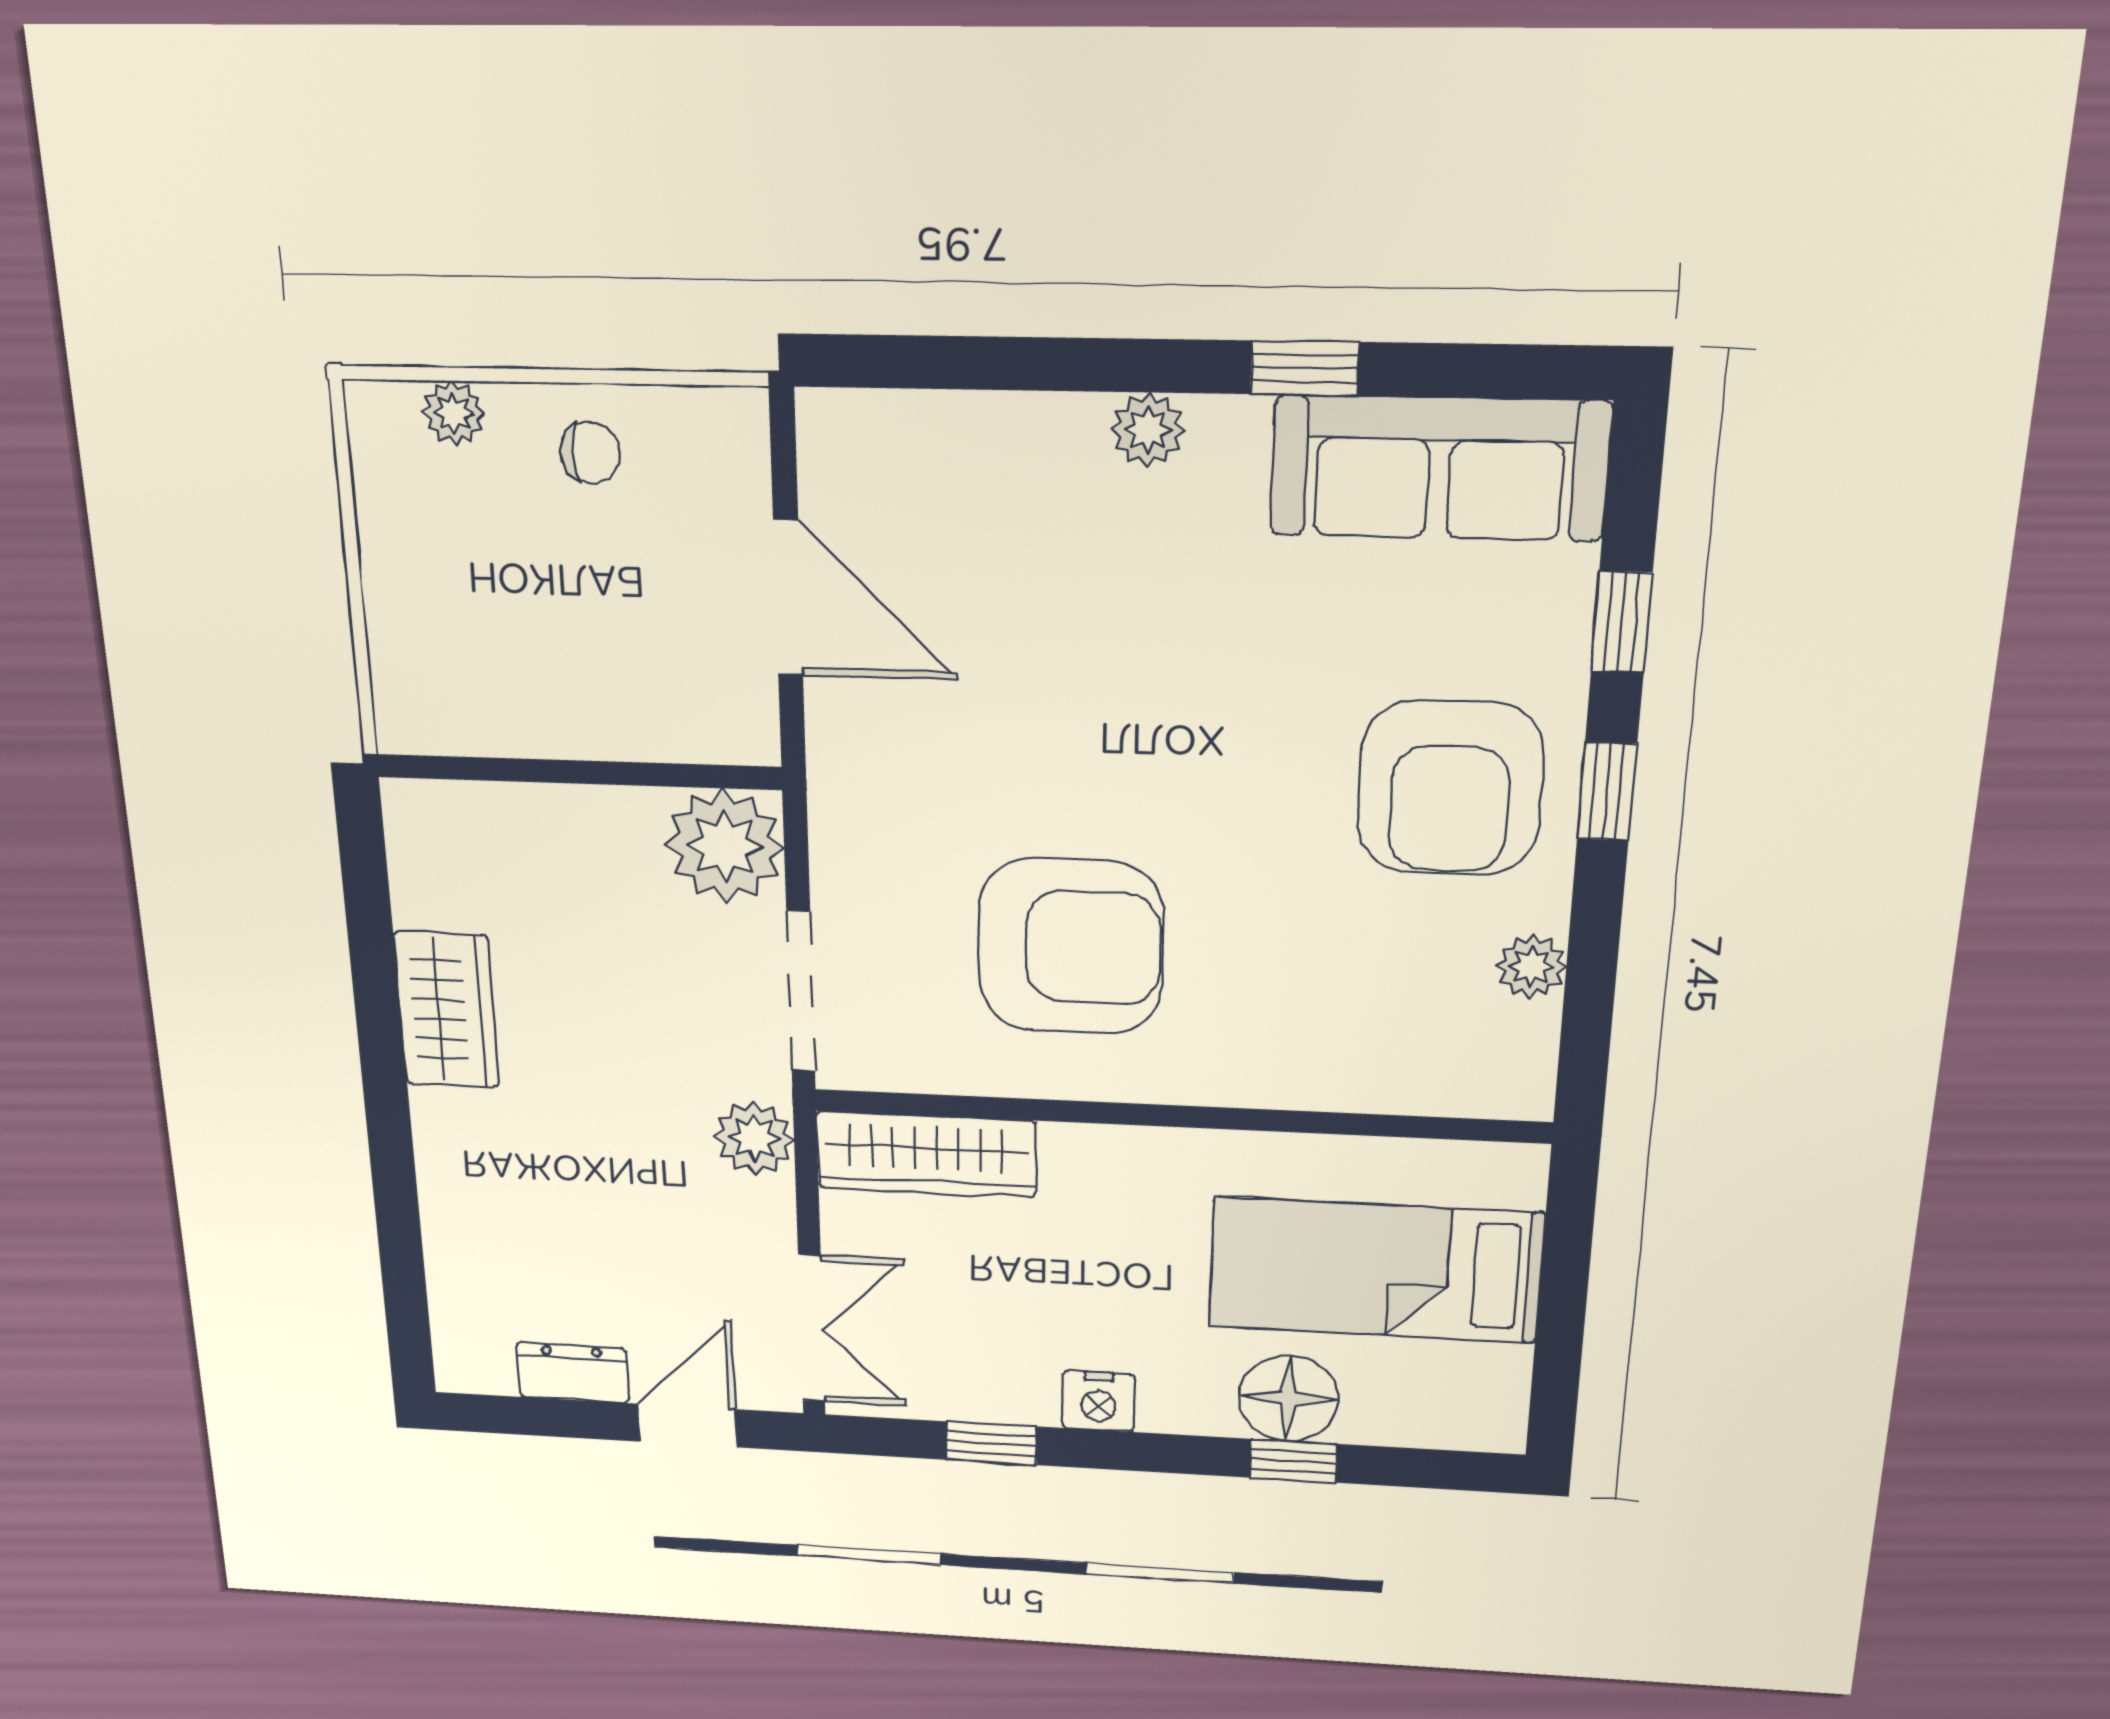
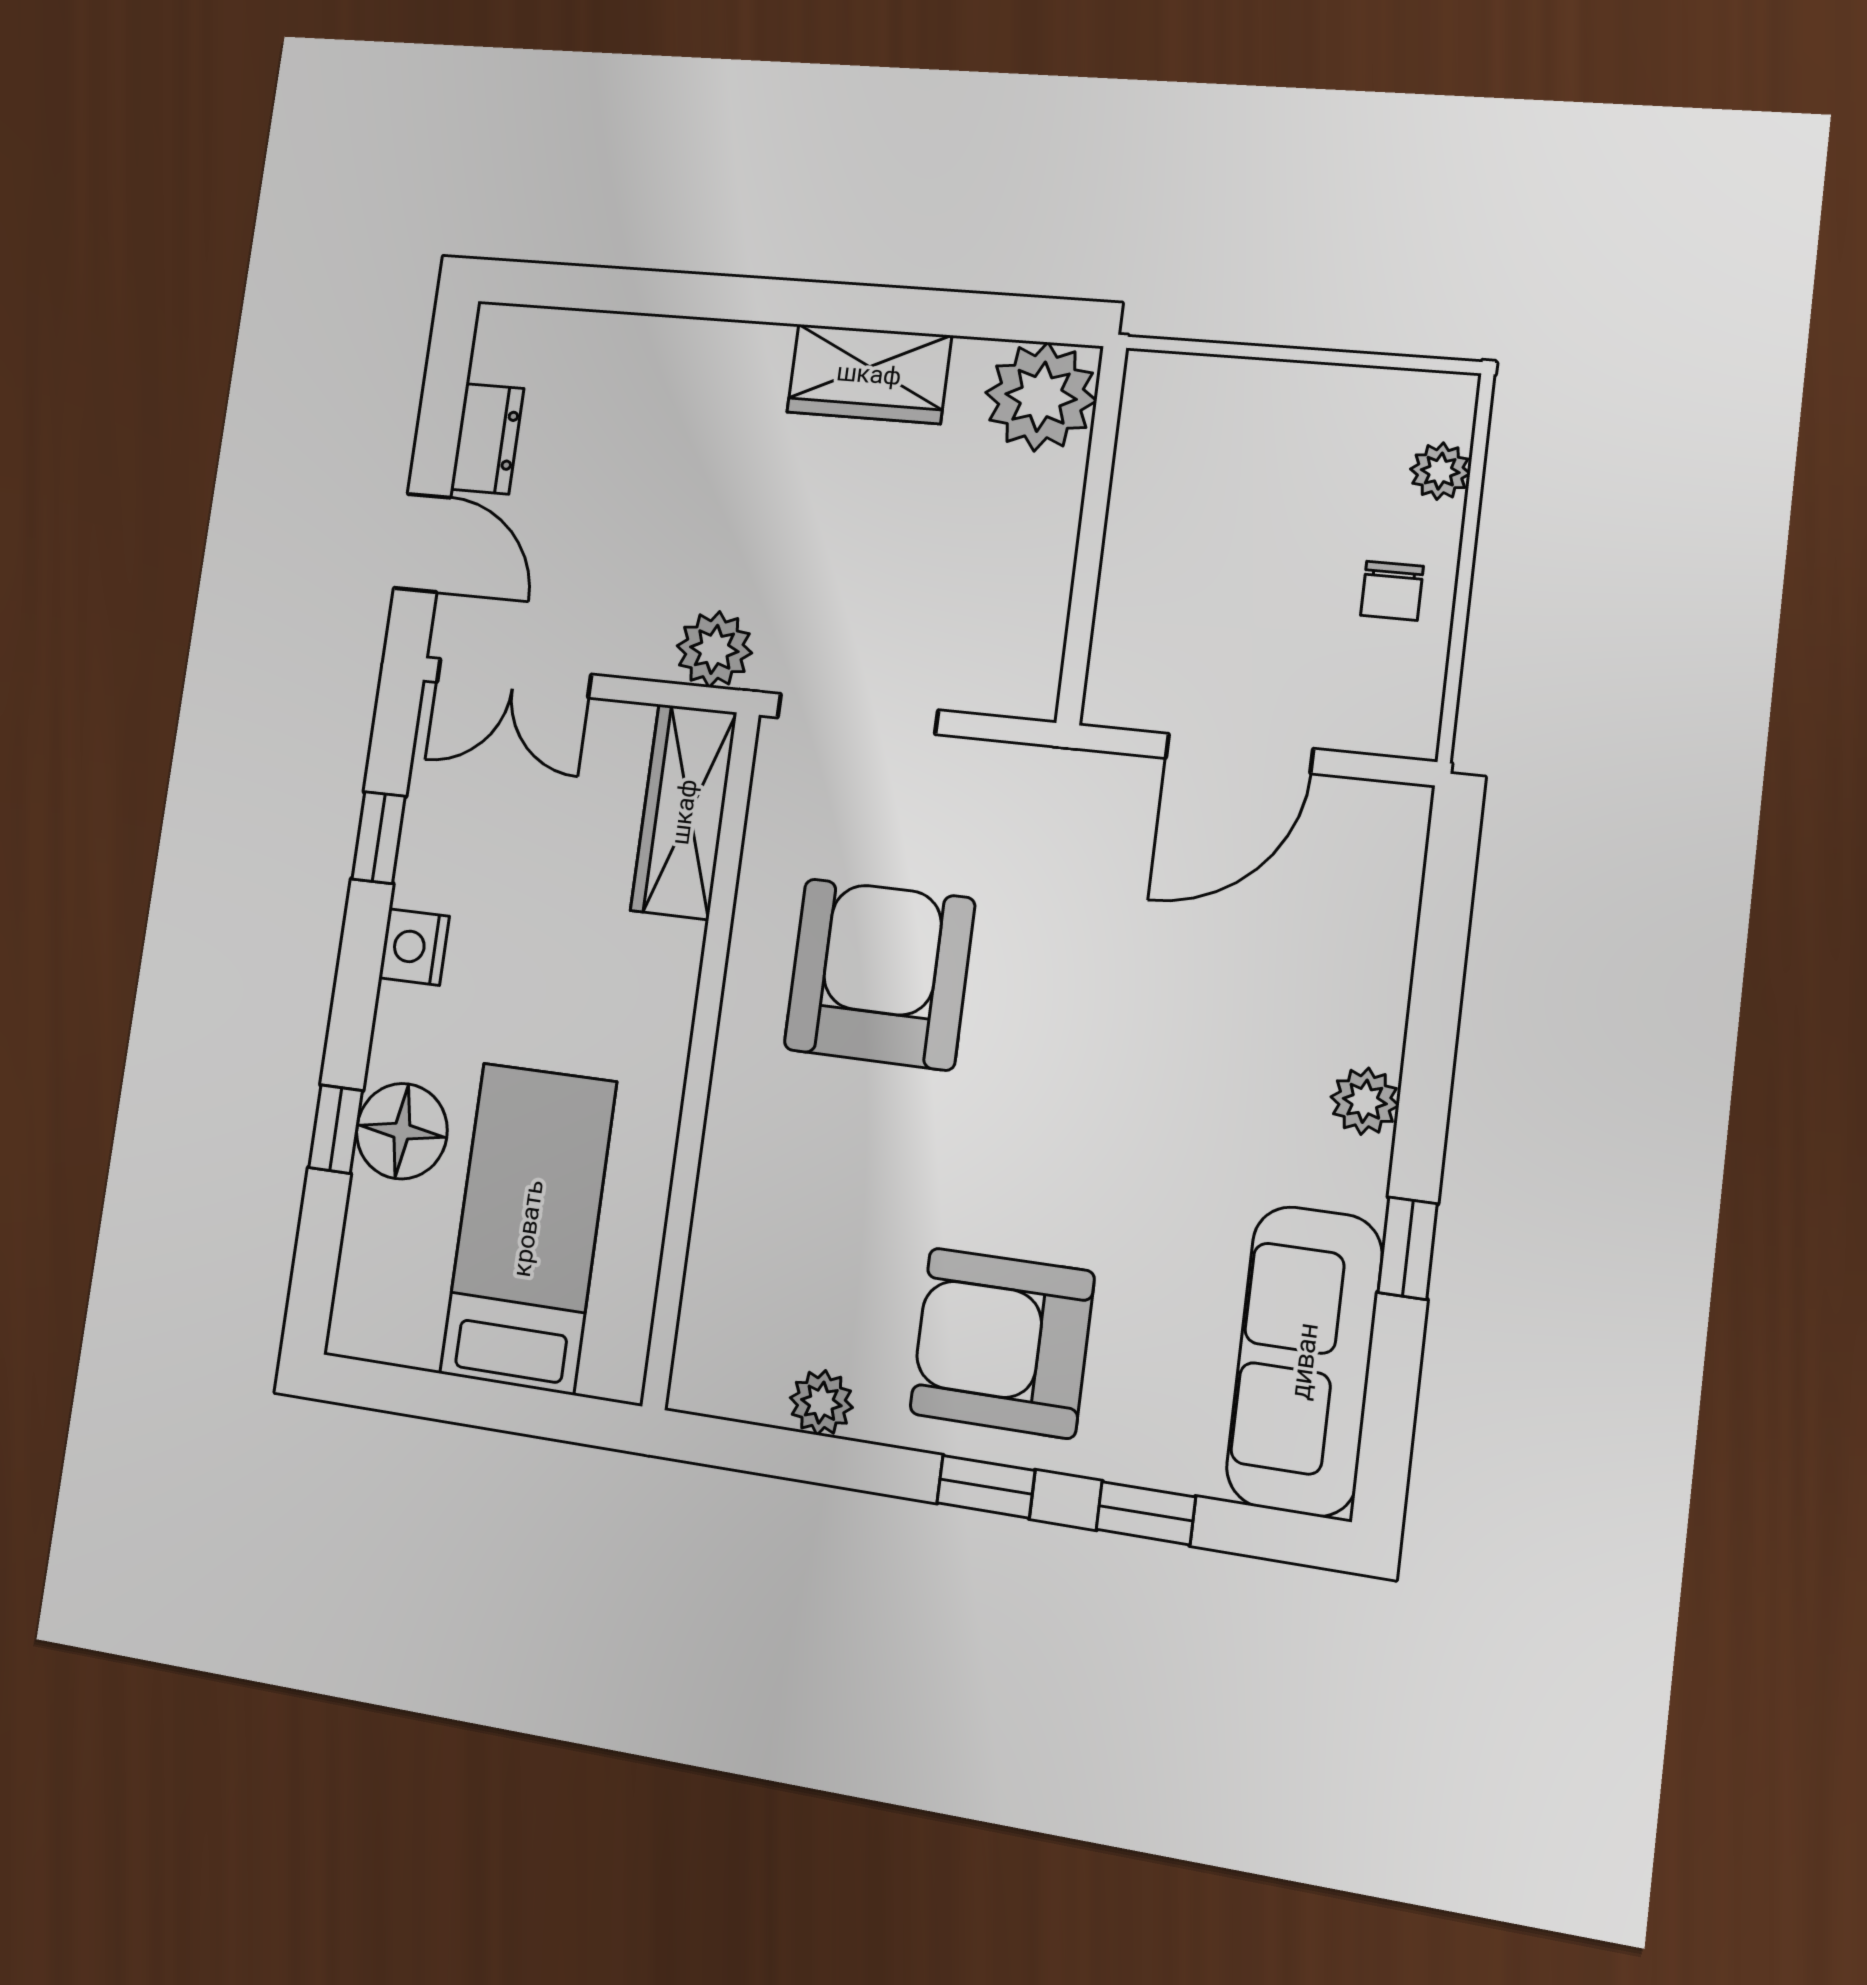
plant: (725, 846) -> (1041, 397), moved
armchair: (1071, 947) -> (879, 974), turned 180

